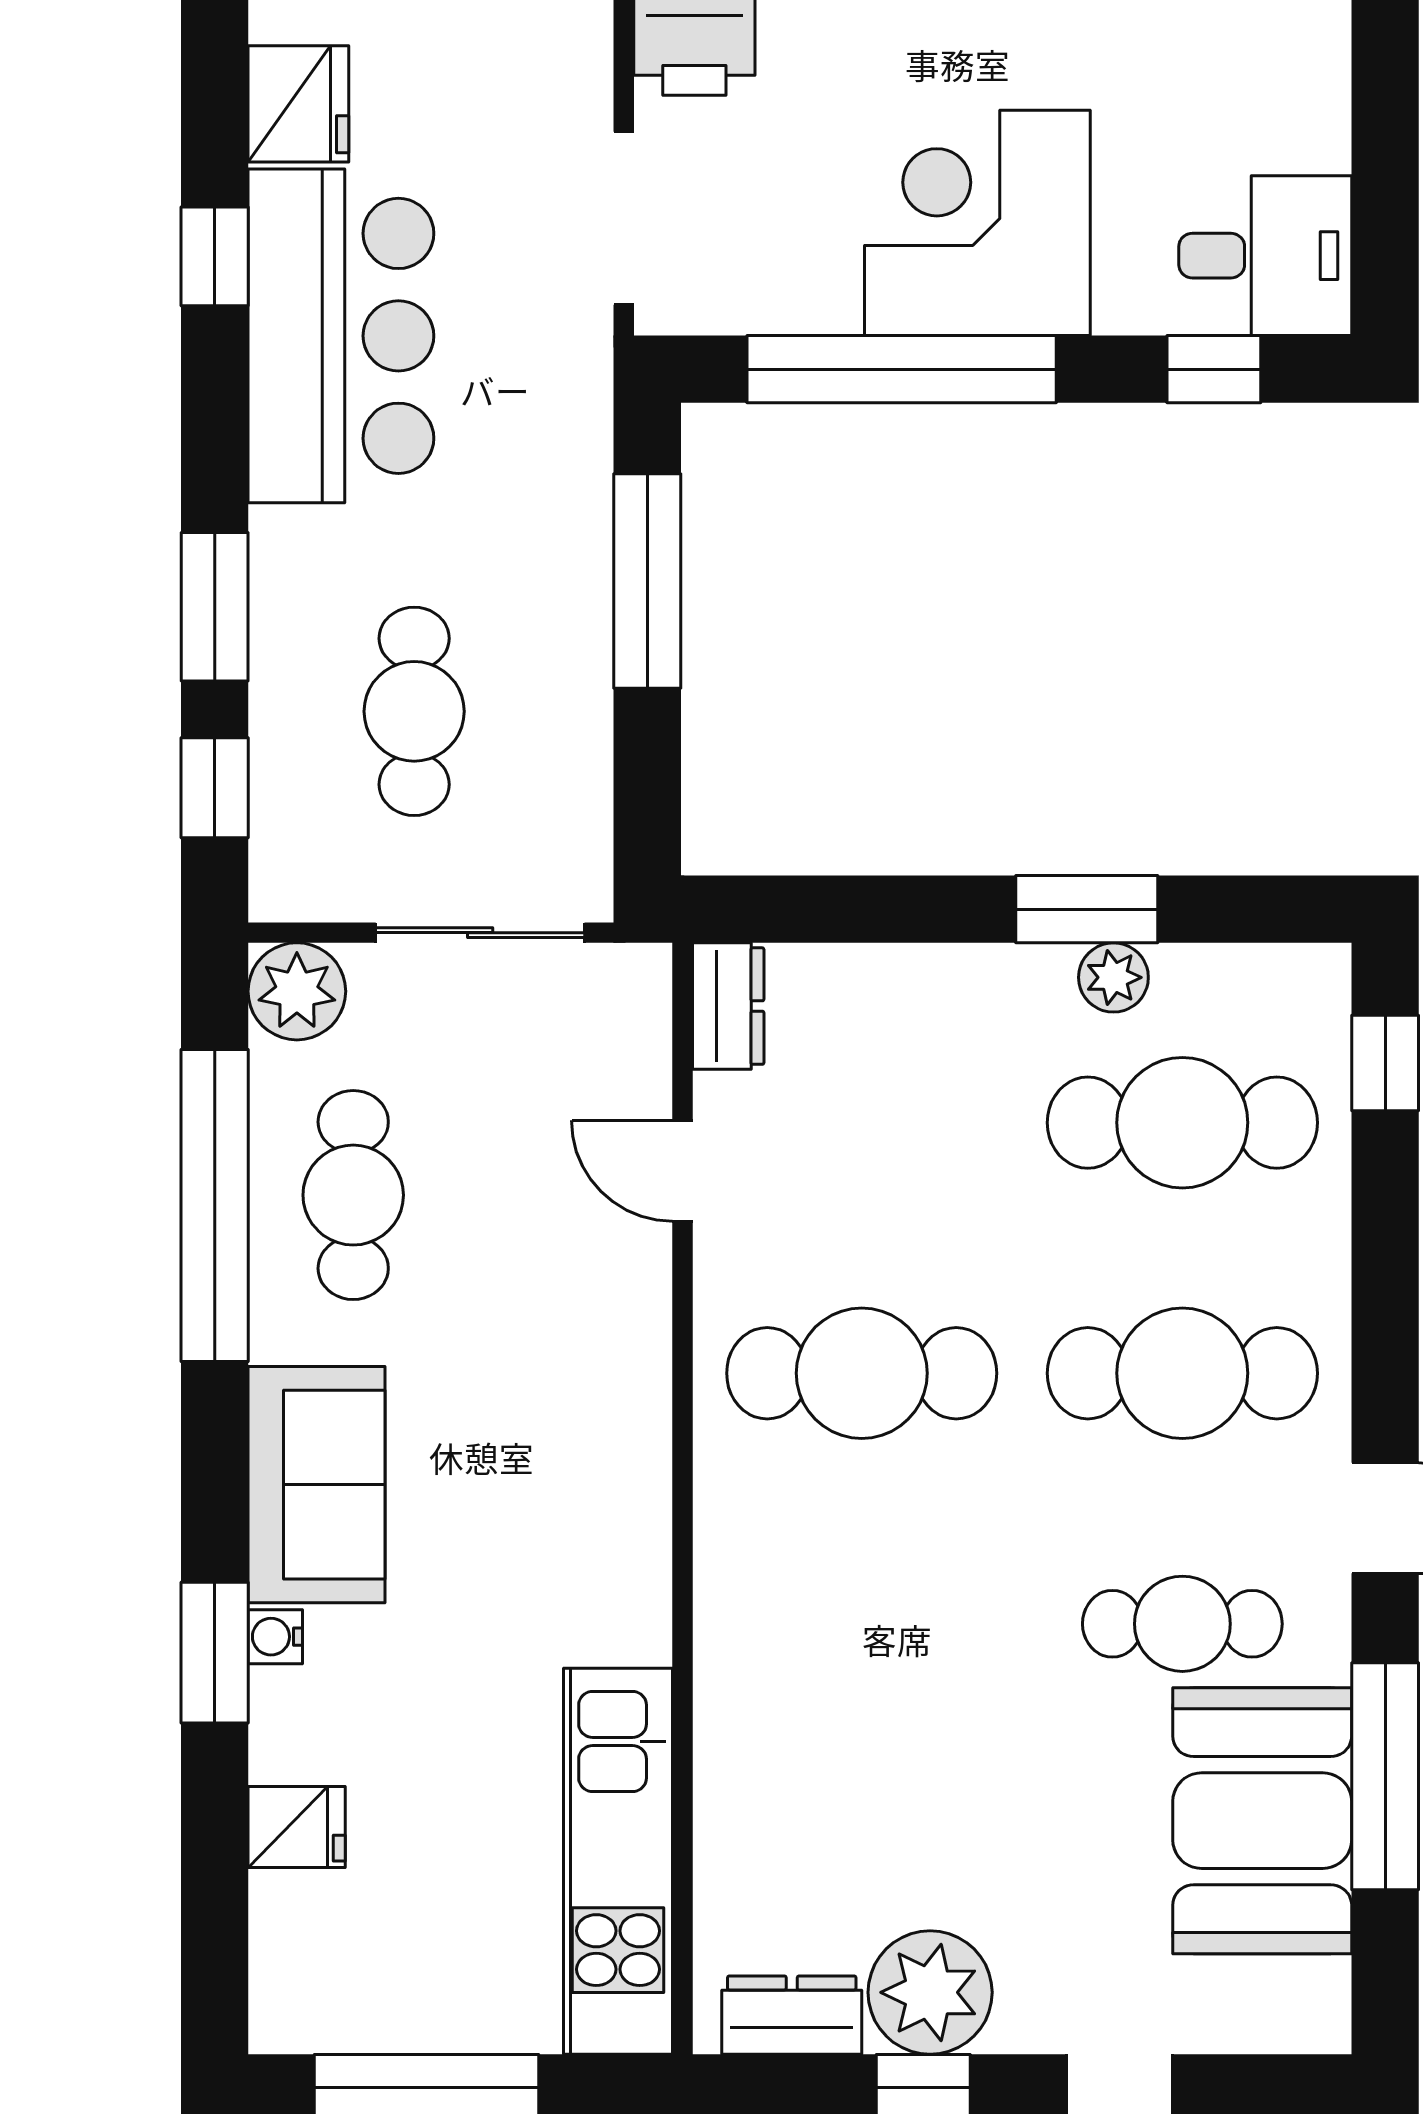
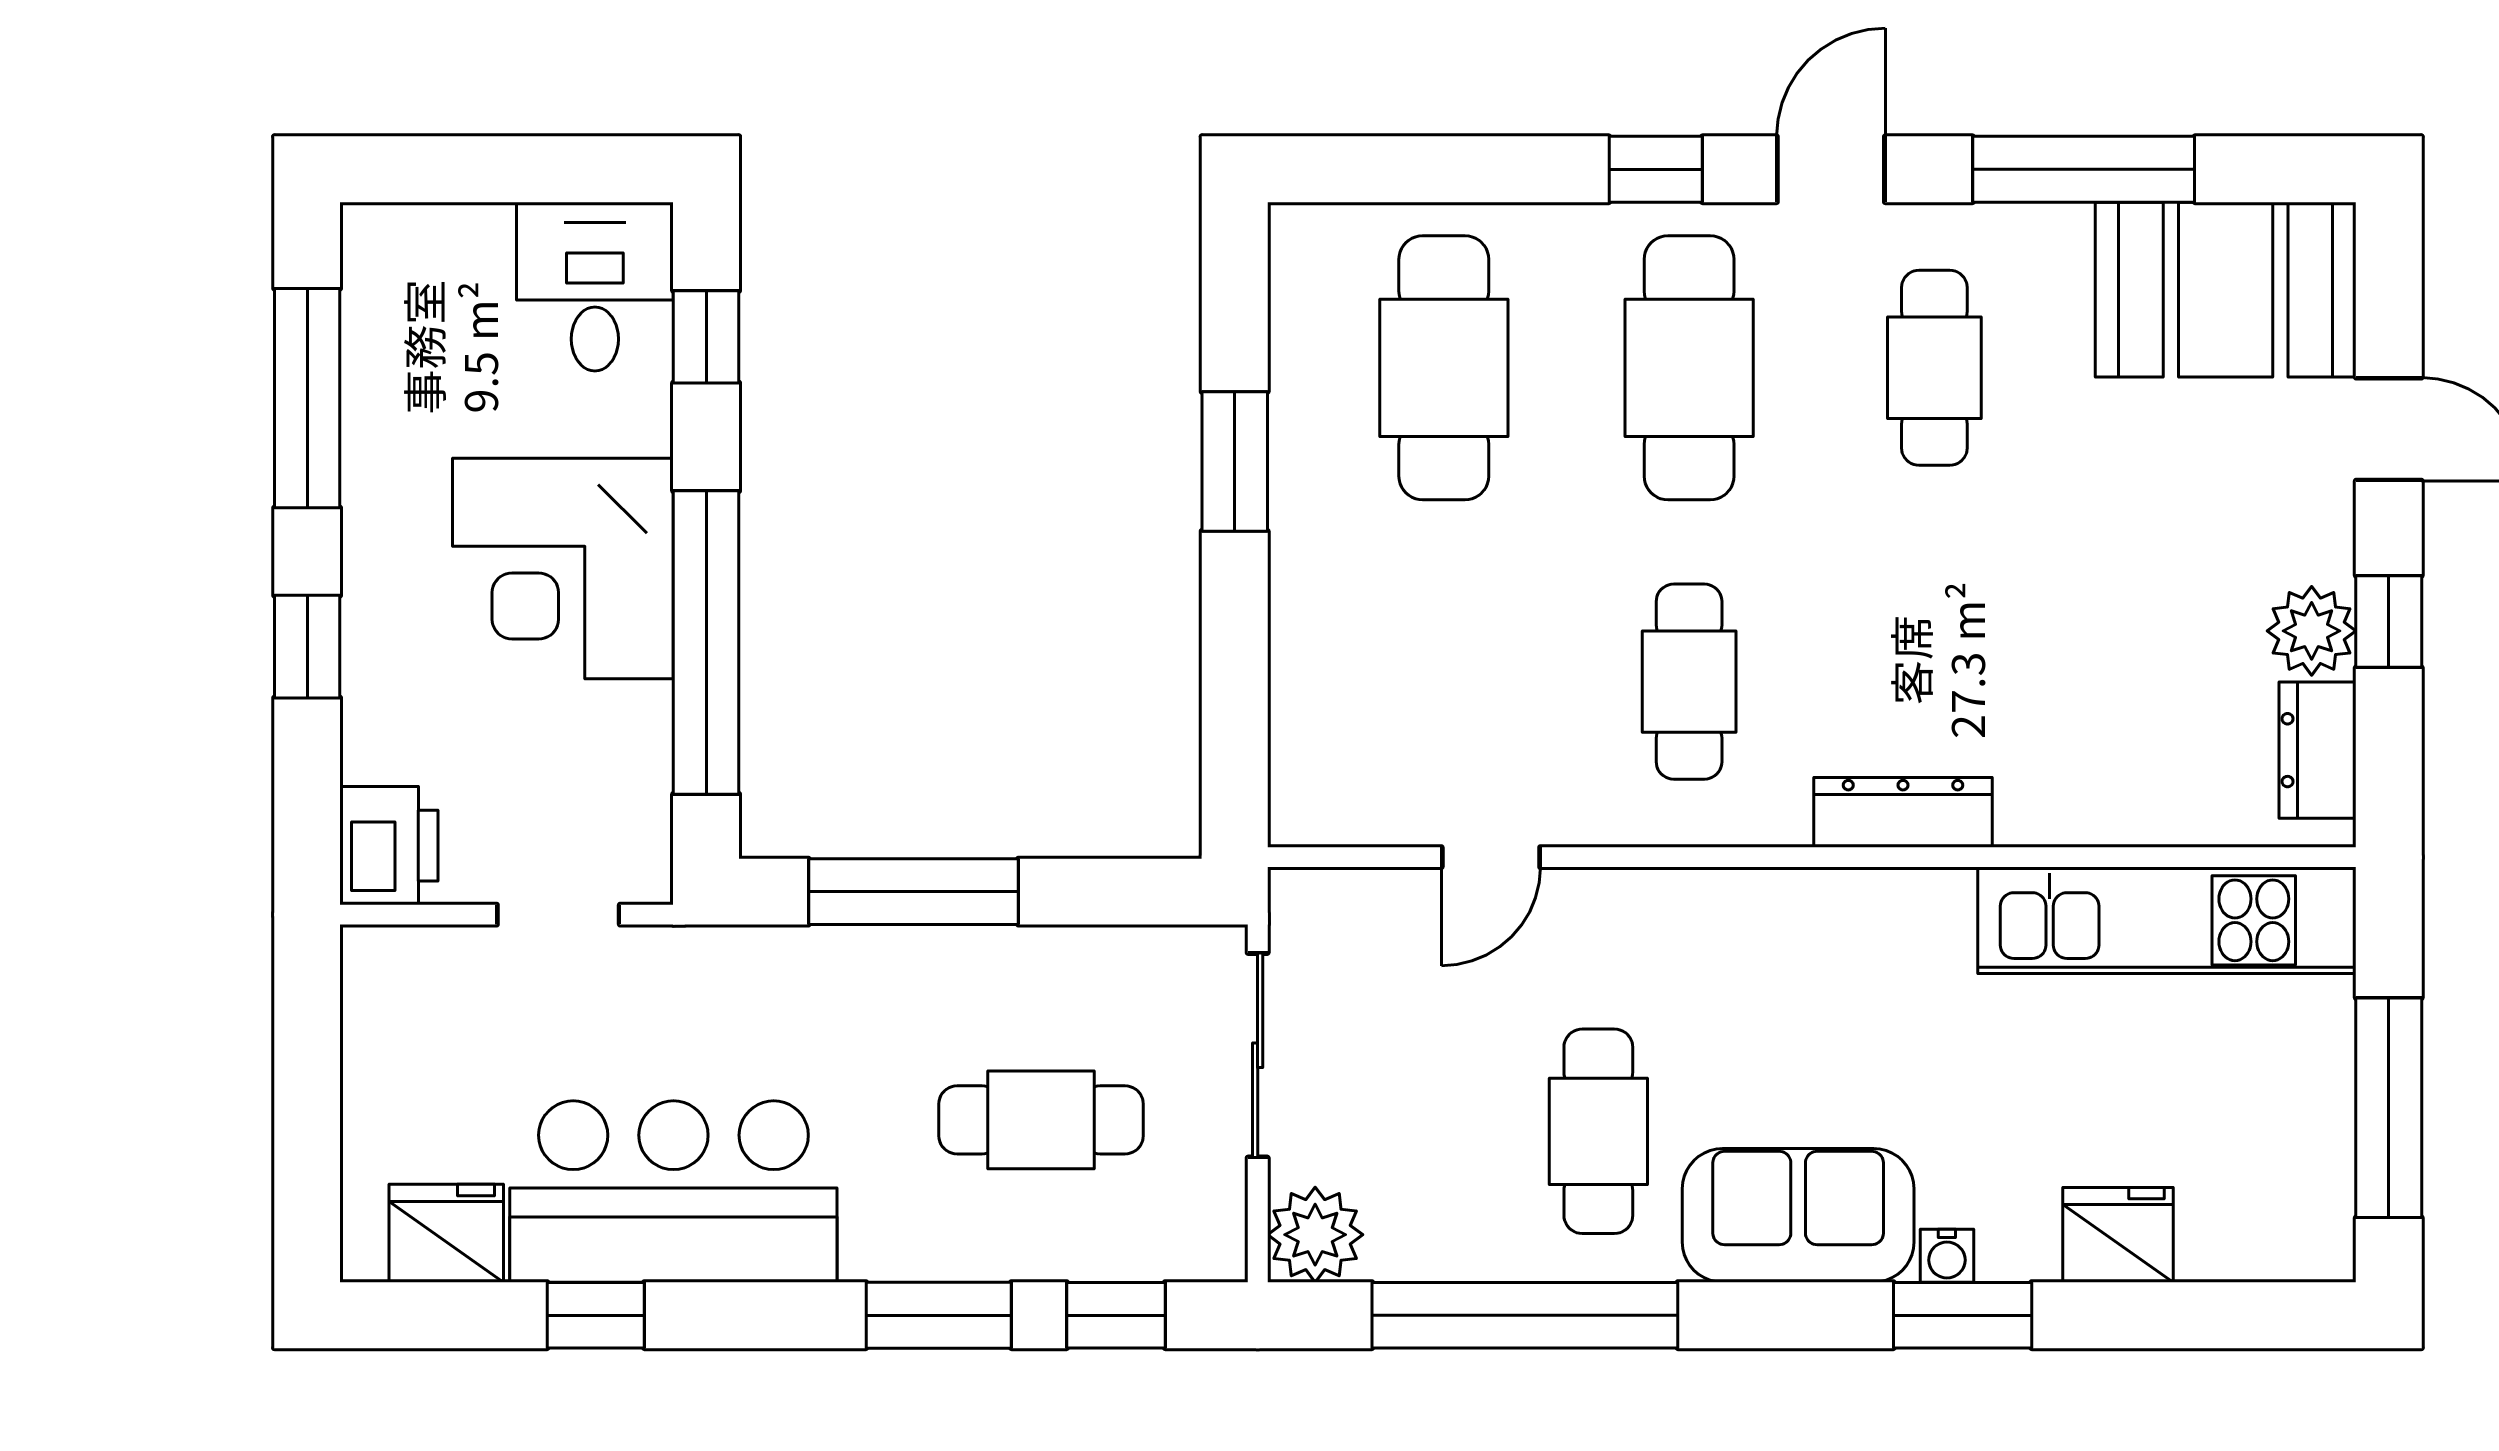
doorway: (624, 218) -> (558, 915), width x0.73
plant: (1113, 977) -> (1302, 435), removed
dresser: (728, 1006) -> (1903, 812), moved, width x1.44
window: (1385, 1063) -> (1656, 169), moved
cafe table: (353, 1195) -> (1598, 1131), moved, turned 90
cafe table: (862, 1373) -> (1689, 682), width x0.73, depth x0.74
booth: (1262, 1821) -> (2226, 290), moved
fridge: (297, 1827) -> (2118, 1235), width x1.38
plant: (930, 1992) -> (2312, 631), width x0.73, depth x0.73

